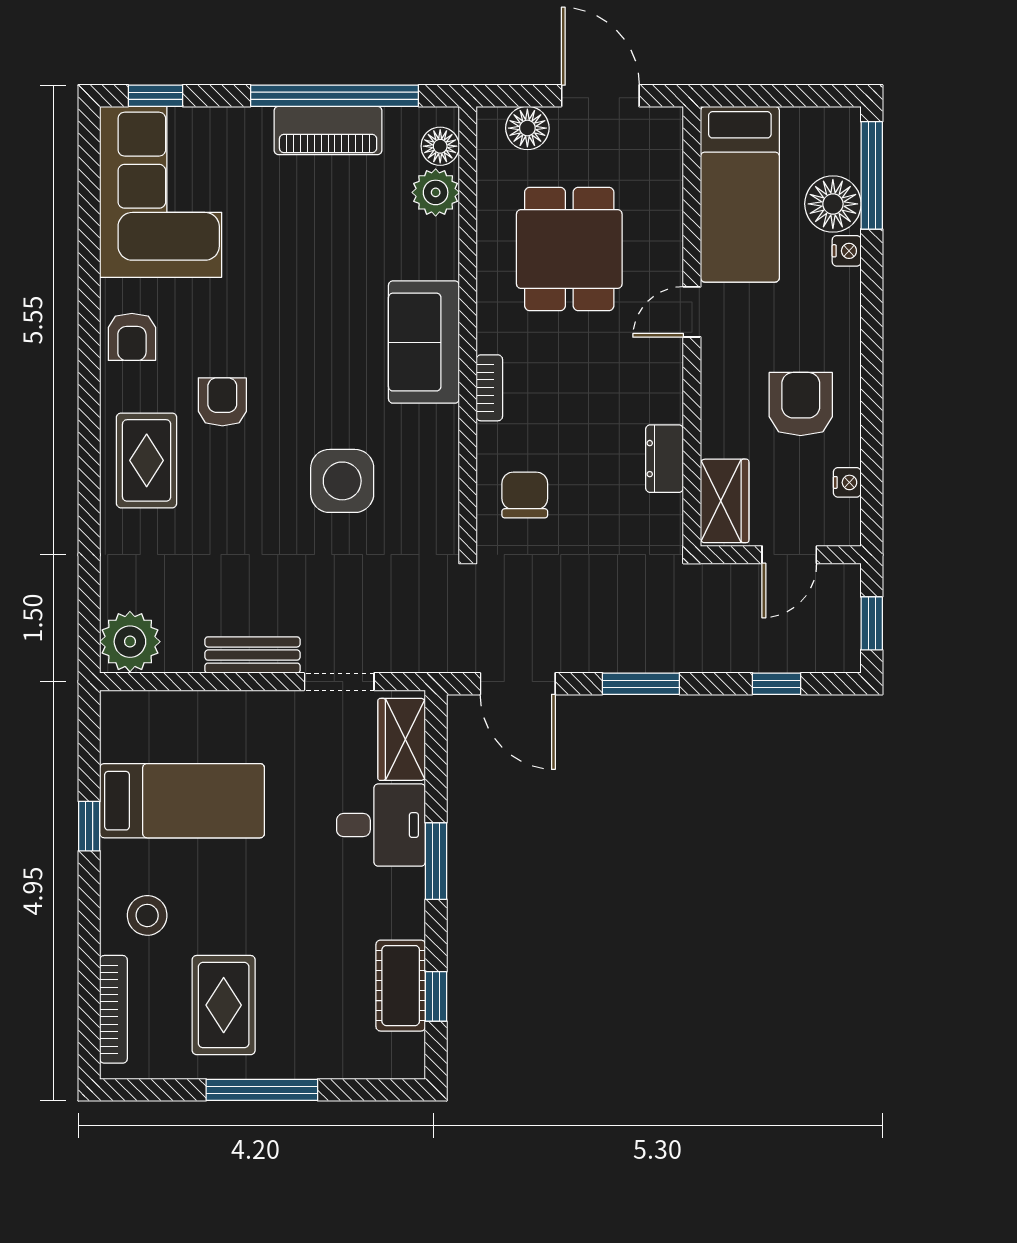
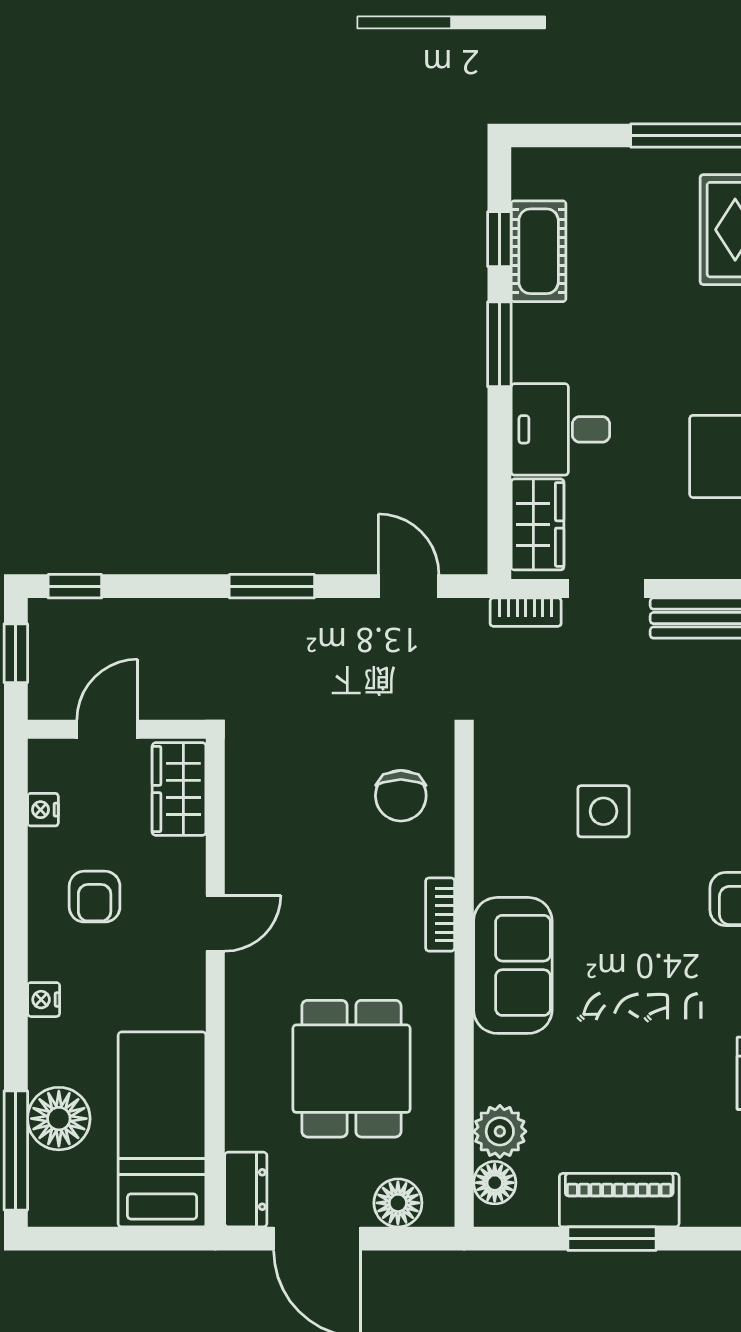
window: (334, 96) -> (612, 1239), width x0.47
nightstand: (847, 251) -> (44, 1000), moved
door: (692, 312) -> (215, 923), moved
armchair: (801, 404) -> (95, 897), width x0.72, depth x0.72
dresser: (665, 459) -> (246, 1190), moved
side table: (342, 481) -> (603, 811), width x0.73, depth x0.73
bookcase: (412, 660) -> (526, 612), added
door: (518, 684) -> (409, 586), width x0.73
window: (777, 684) -> (75, 586), moved
window: (436, 861) -> (499, 344), moved

